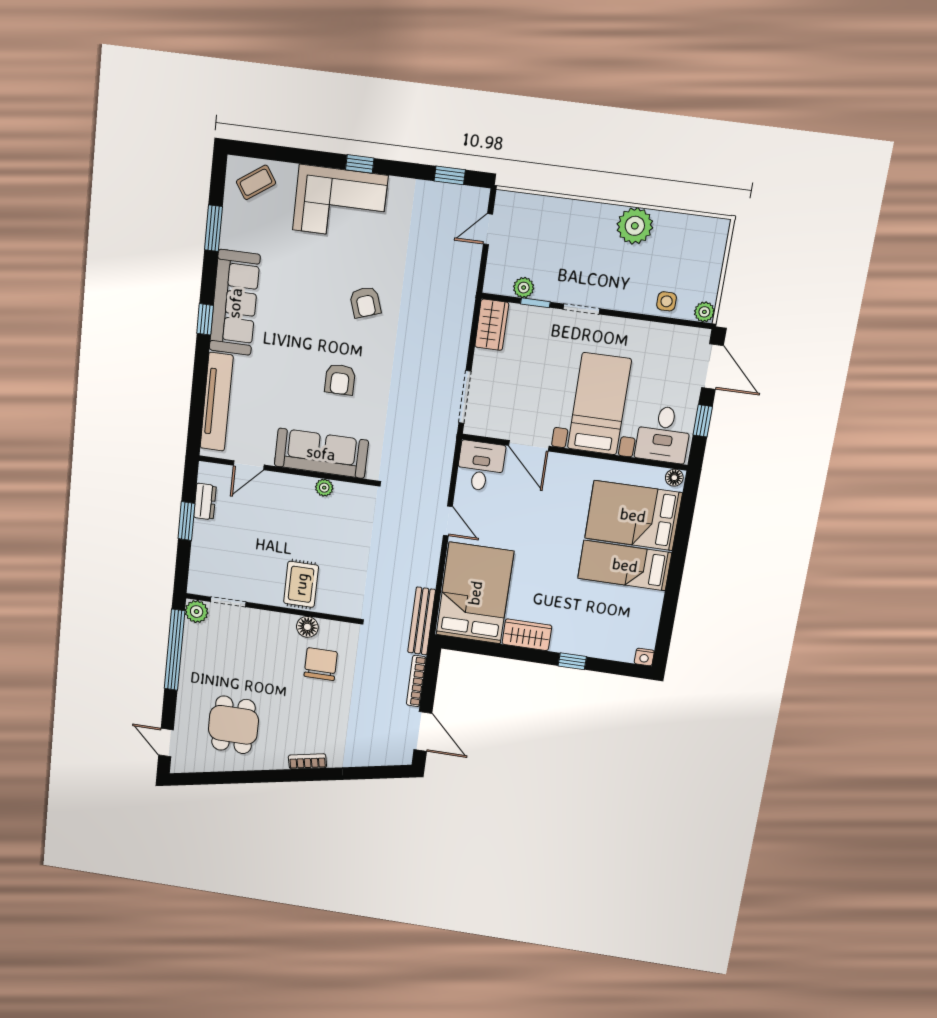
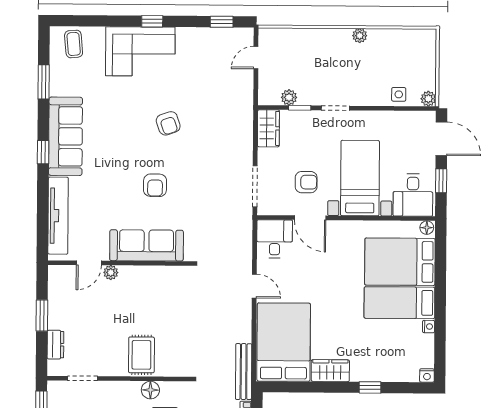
coffee table: (256, 182) -> (74, 44), turned -61
plant: (635, 226) -> (360, 36), width x0.53, depth x0.53
armchair: (530, 400) -> (306, 182), added
plant: (324, 488) -> (111, 272), moved
dresser: (205, 501) -> (55, 345), moved
nightstand: (656, 599) -> (429, 327), added
plant: (197, 612) -> (57, 390), removed

